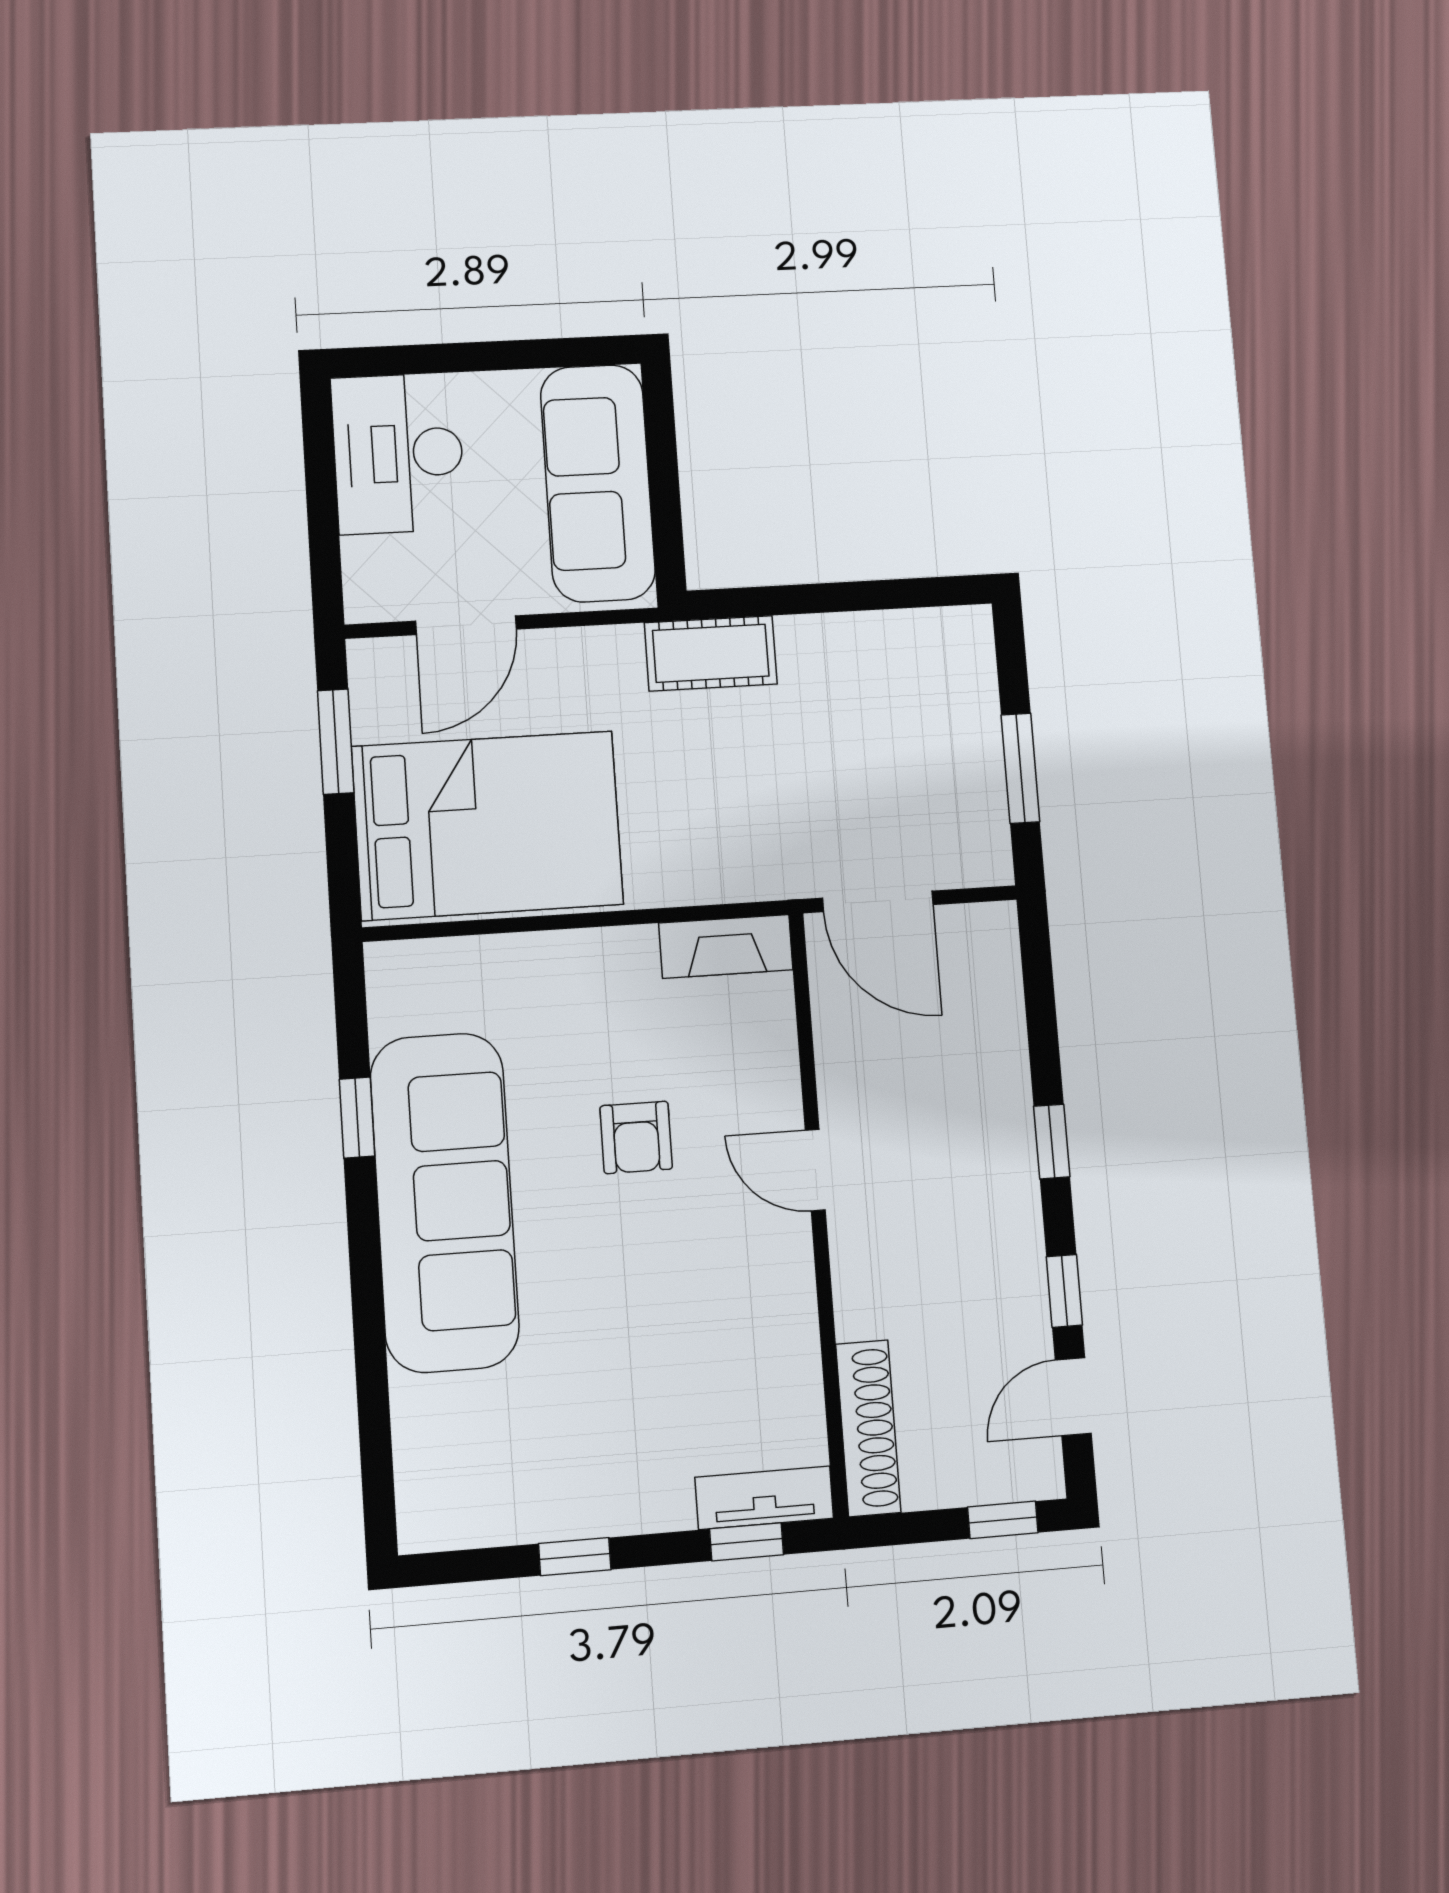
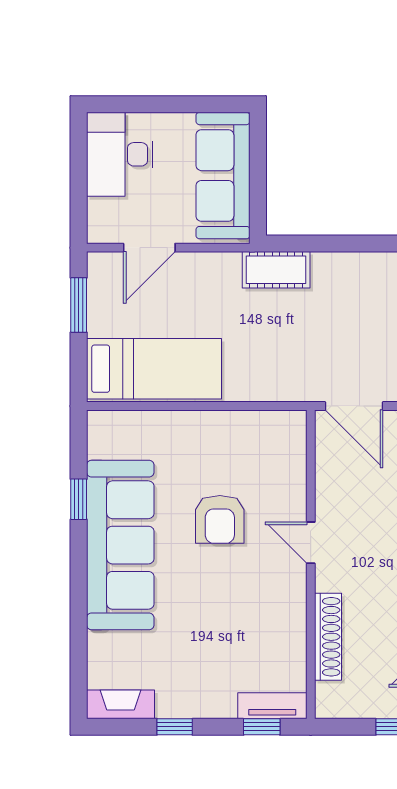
bed: (487, 825) -> (154, 369), width x0.67
fireplace: (726, 946) -> (120, 704), moved, turned 180
armchair: (636, 1137) -> (220, 519), width x1.38, depth x1.38
shoe rack: (868, 1428) -> (328, 637), moved

